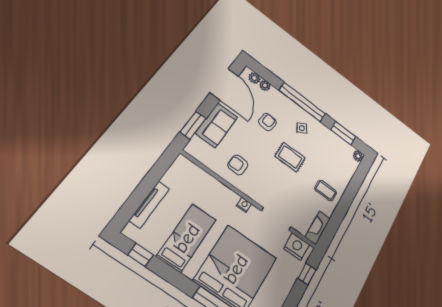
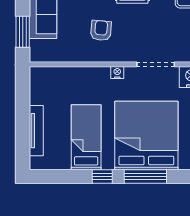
armchair: (238, 165) -> (101, 31), moved, turned 95
window: (141, 255) -> (102, 176), moved

